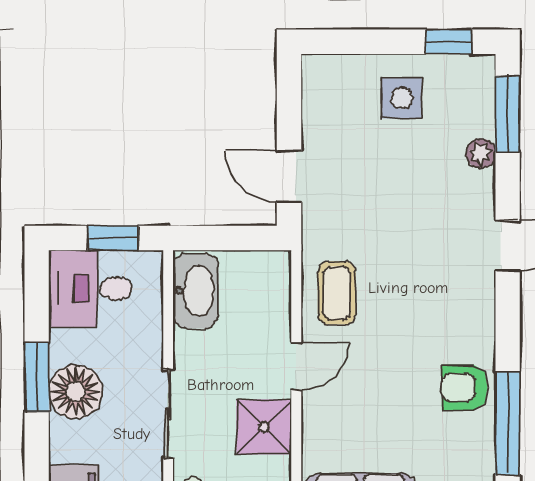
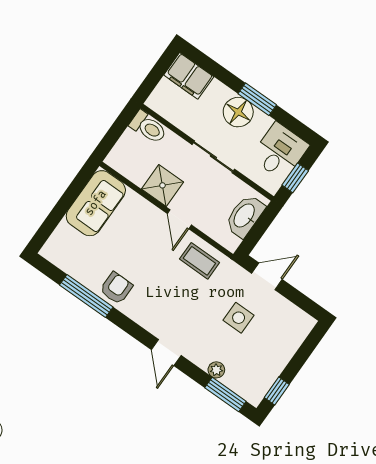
side table: (402, 98) -> (239, 318), moved
washbasin: (196, 291) -> (245, 216), moved, turned 90
sliding door: (168, 414) -> (213, 157), moved

